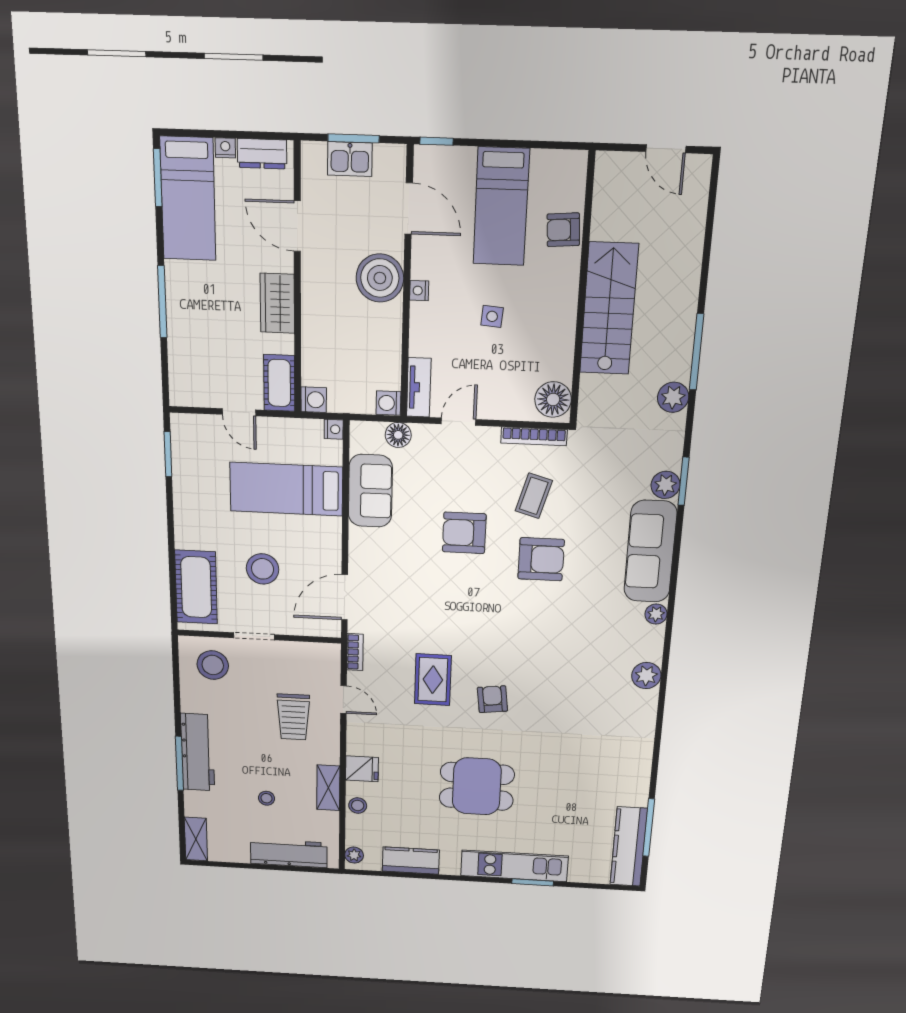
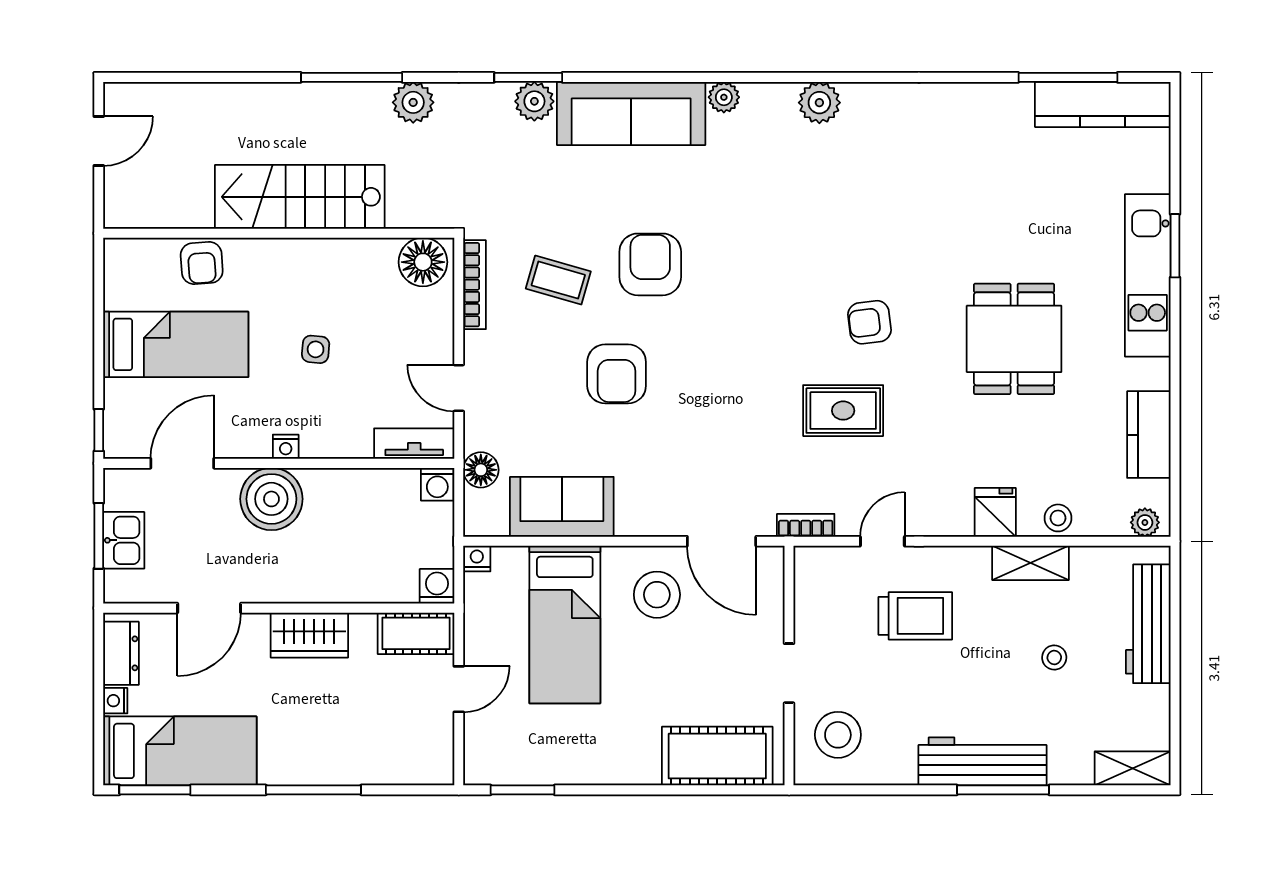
stool: (263, 569) -> (657, 595), moved

